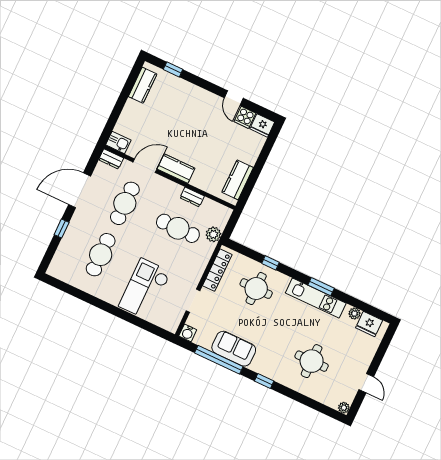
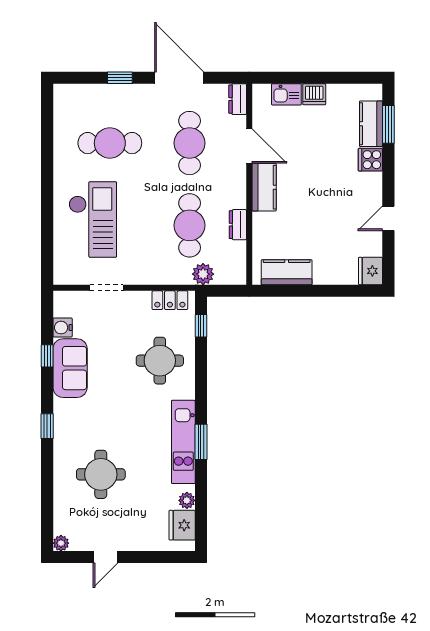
window: (173, 69) -> (388, 124), width x1.50
kitchen counter: (143, 85) -> (371, 124), moved, turned 90
dishwasher: (131, 108) -> (314, 94), added
cooker: (245, 117) -> (370, 160), moved
kitchen sink: (118, 142) -> (286, 94), moved, turned 90
cafe table: (125, 203) -> (190, 143), turned 90
window: (270, 263) -> (201, 326), moved
locker: (217, 270) -> (170, 300), width x0.66
checkout: (145, 289) -> (93, 219), turned 90
water cooler: (188, 333) -> (63, 328), moved
window: (219, 360) -> (47, 356), width x0.32

